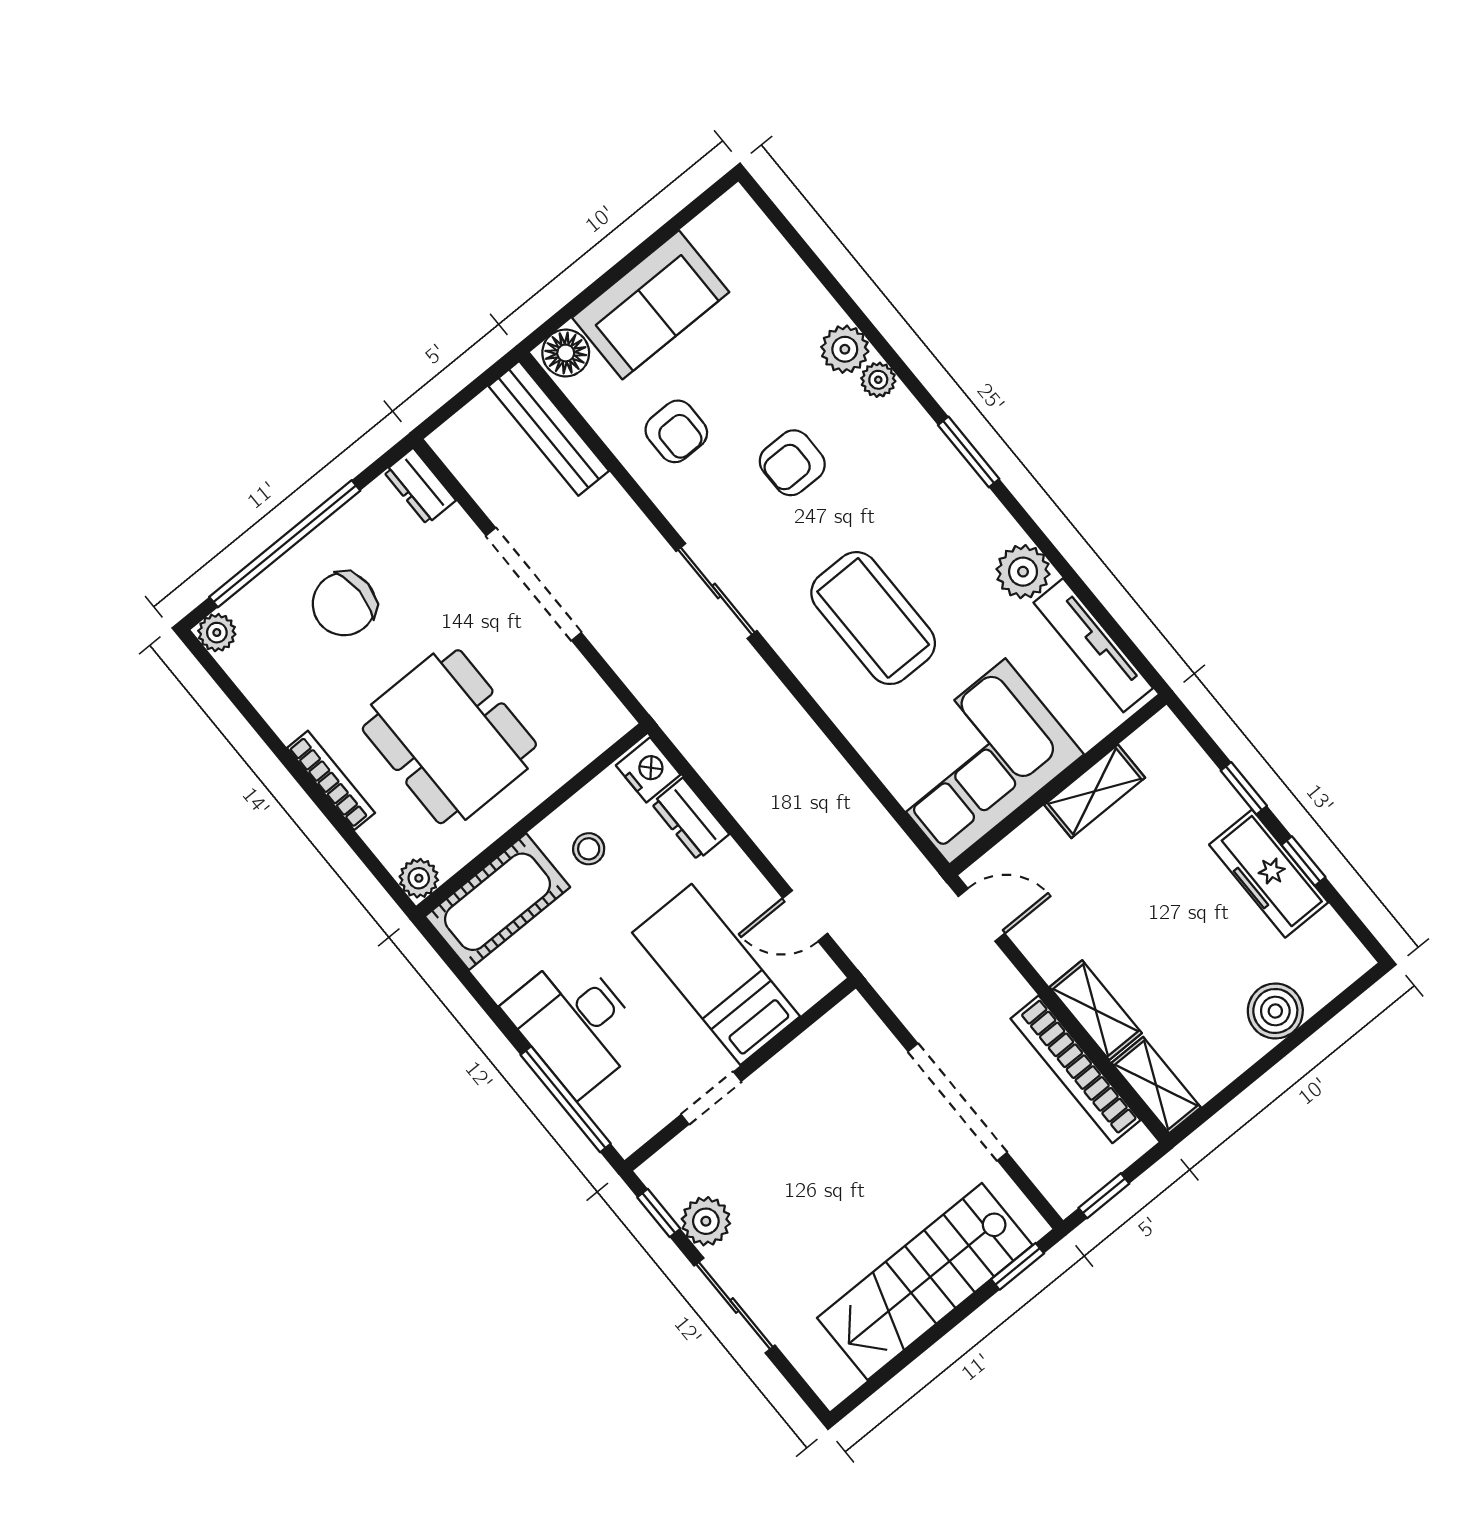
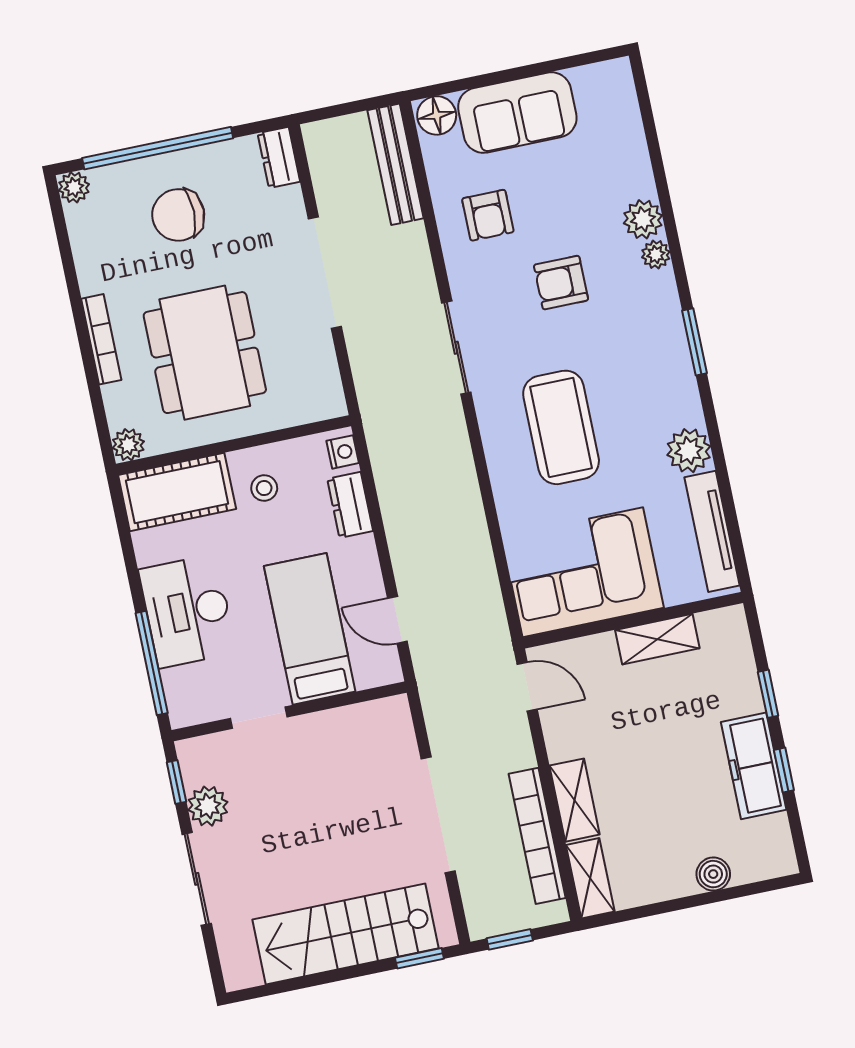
nightstand: (648, 770) -> (343, 452), width x0.72, depth x0.74
boiler: (1275, 1011) -> (713, 874), width x0.73, depth x0.73

